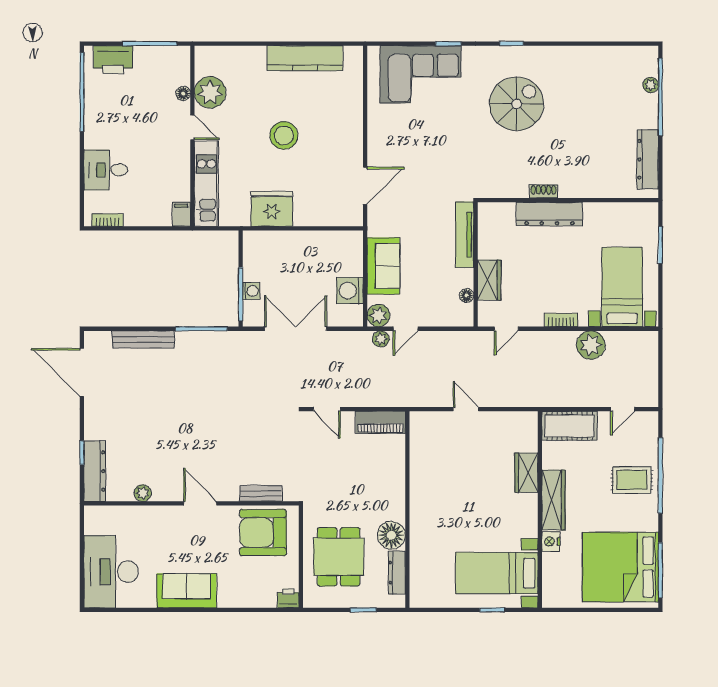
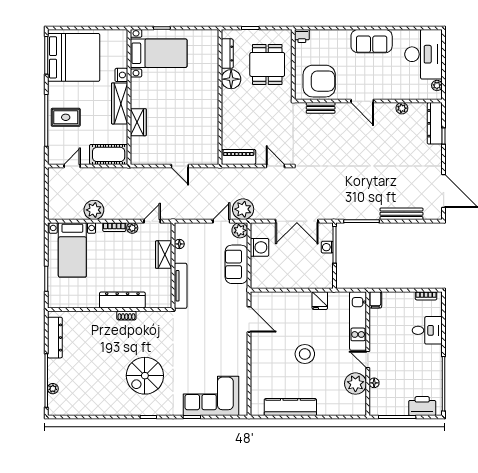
door: (365, 186) -> (249, 319), swing flipped
fridge: (272, 209) -> (320, 301), width x0.53, depth x0.75
plant: (535, 319) -> (132, 228), added
plant: (381, 339) -> (243, 209), width x1.88, depth x1.88
plant: (92, 526) -> (437, 85), added

